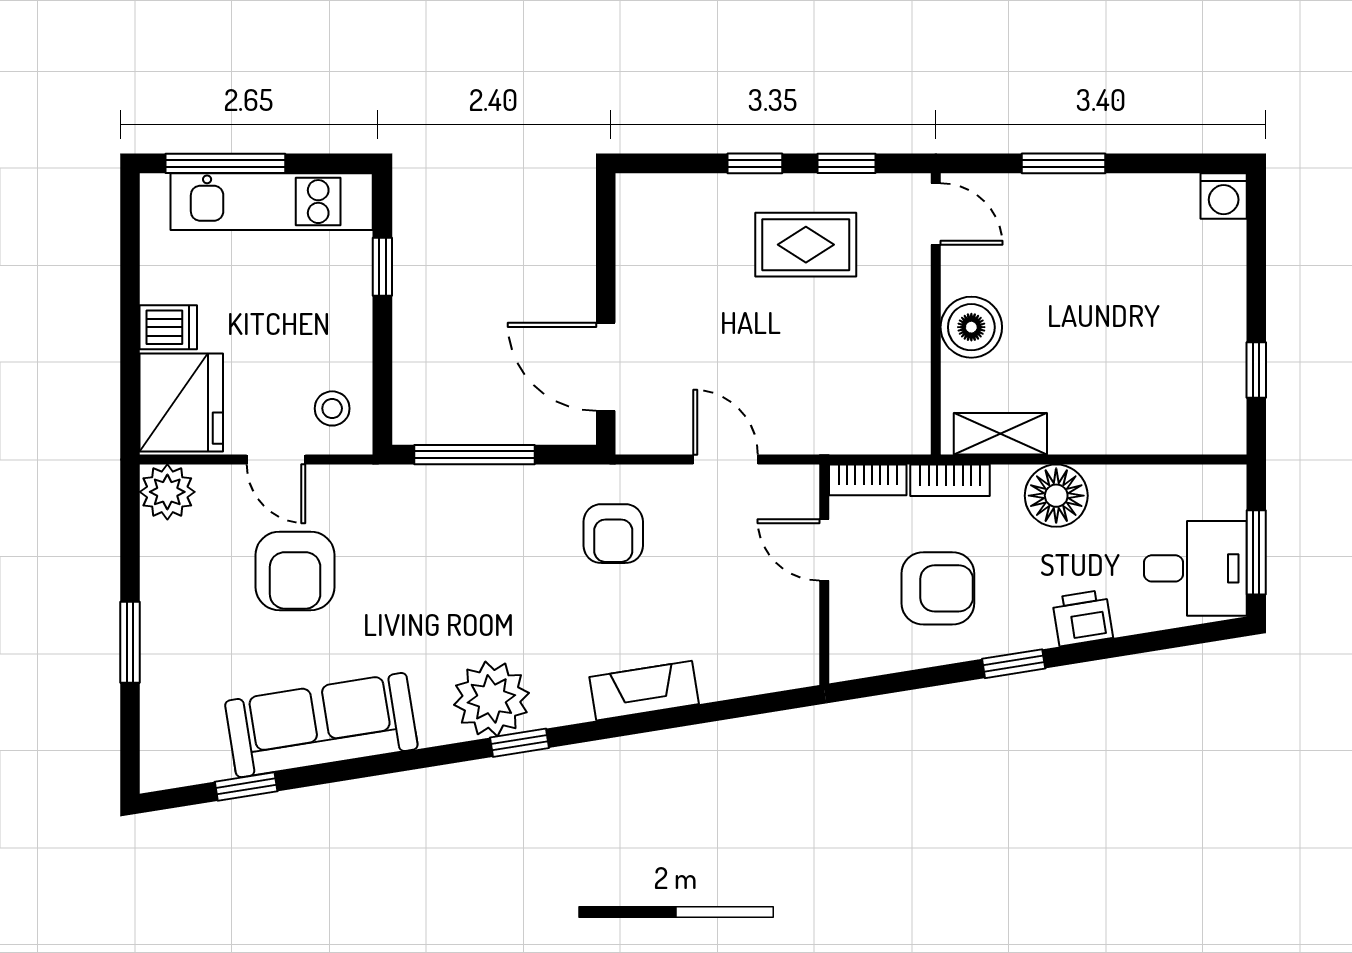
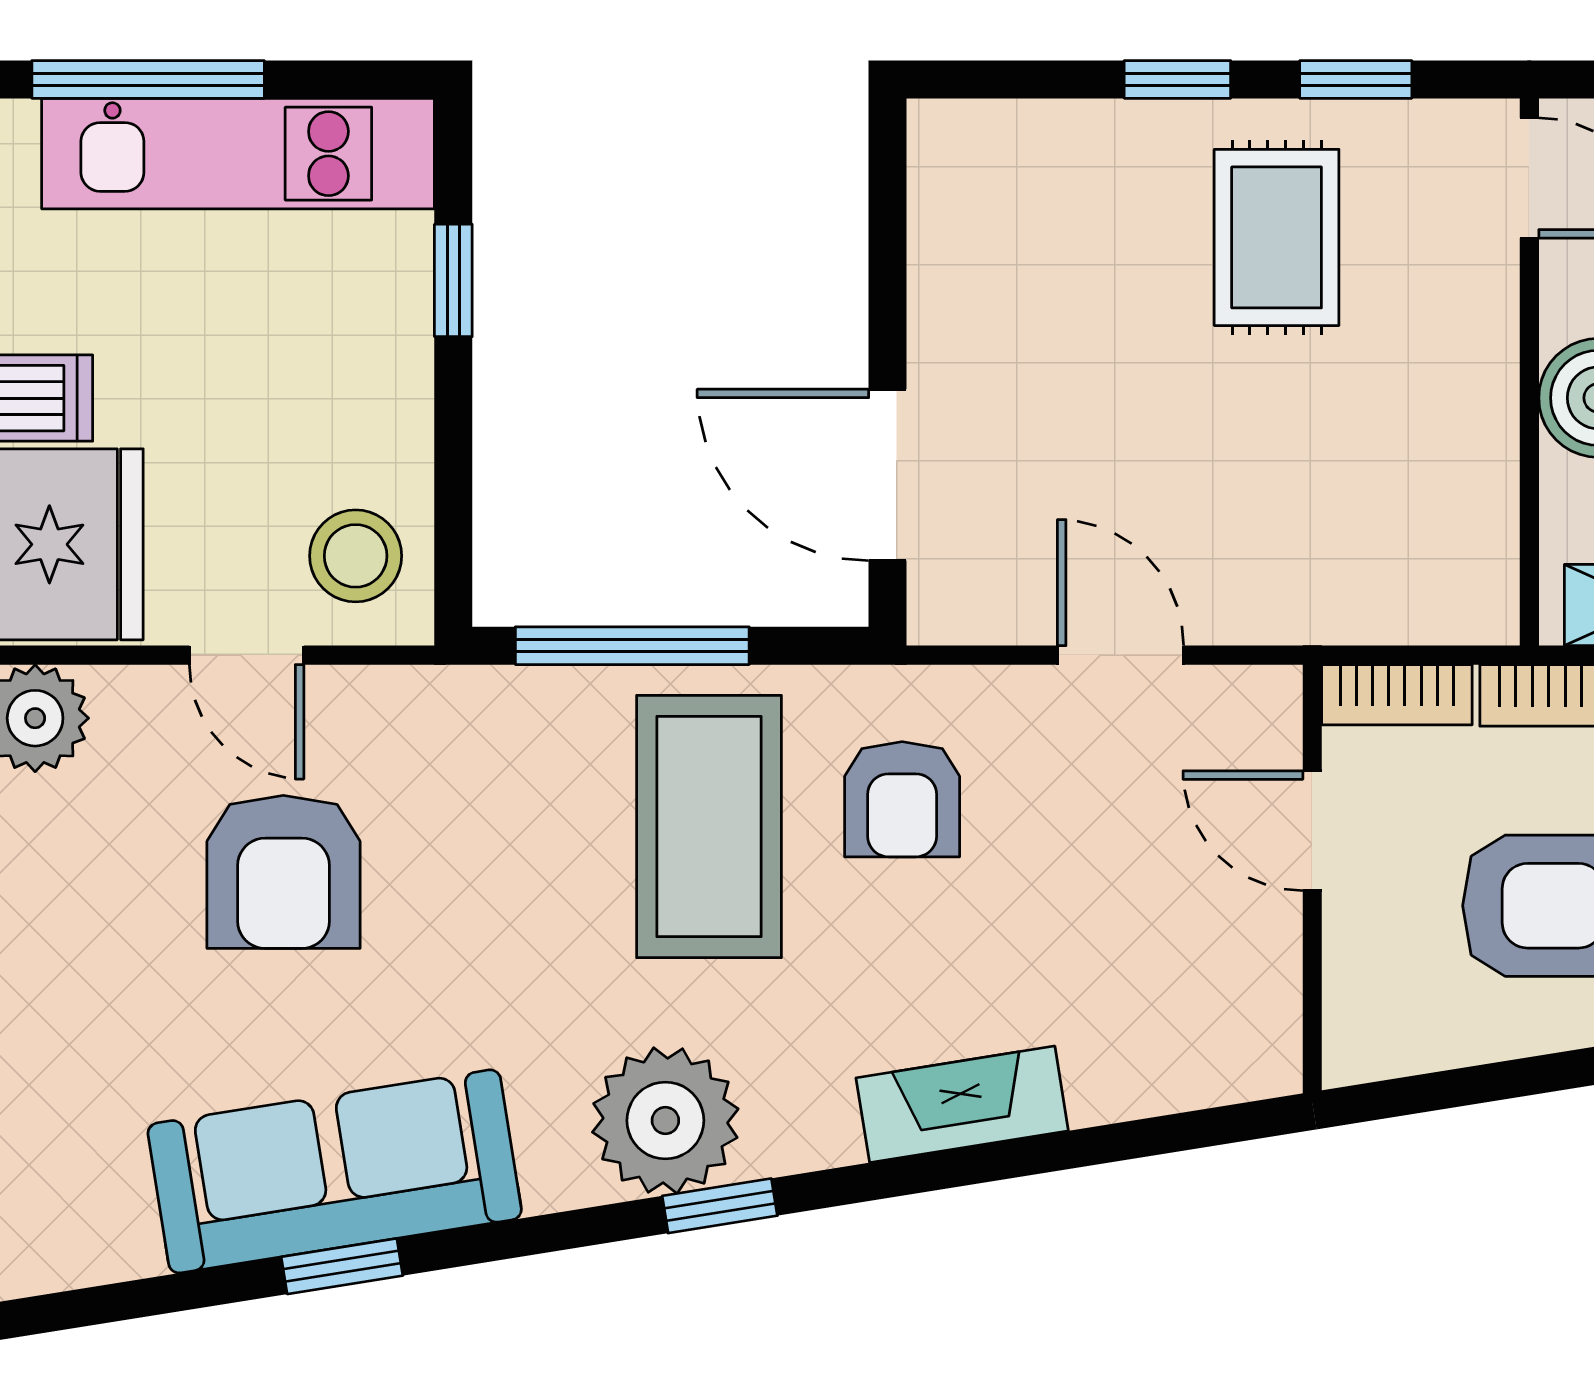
rug: (806, 245) -> (1277, 237), turned 90
stool: (332, 408) -> (356, 556), width x1.37, depth x1.37
coffee table: (514, 548) -> (709, 827), added
window: (246, 786) -> (342, 1266), moved

